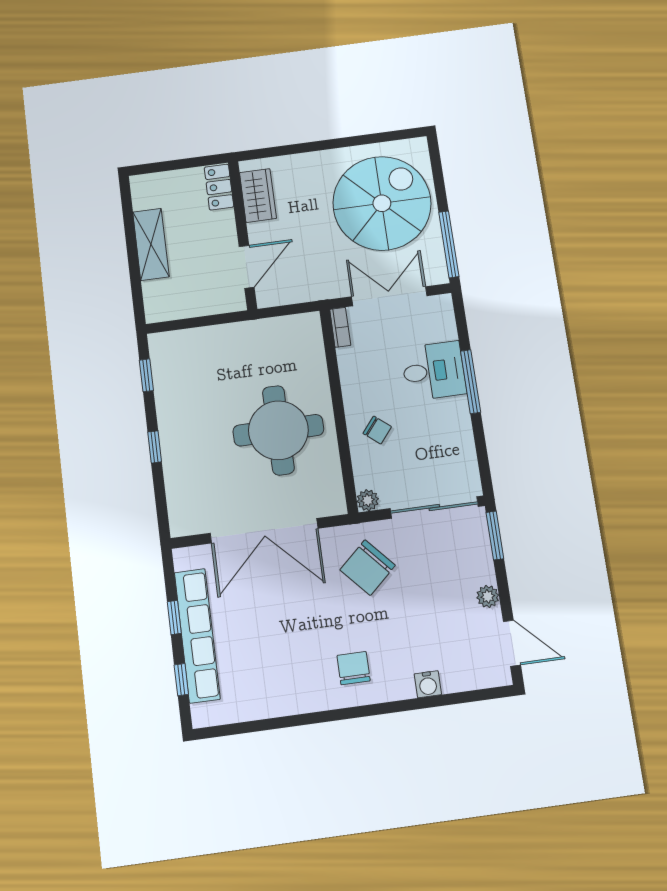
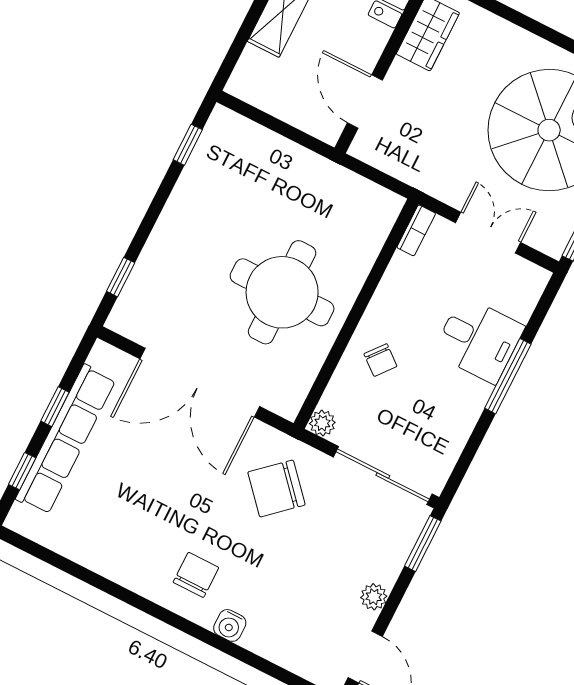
door: (247, 267) -> (365, 101), swing flipped
double door: (389, 296) -> (488, 233), width x0.73
window: (155, 447) -> (121, 277), moved
water cooler: (428, 684) -> (230, 625), moved

